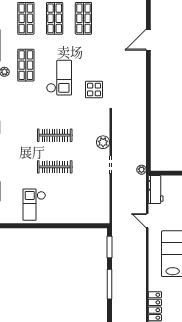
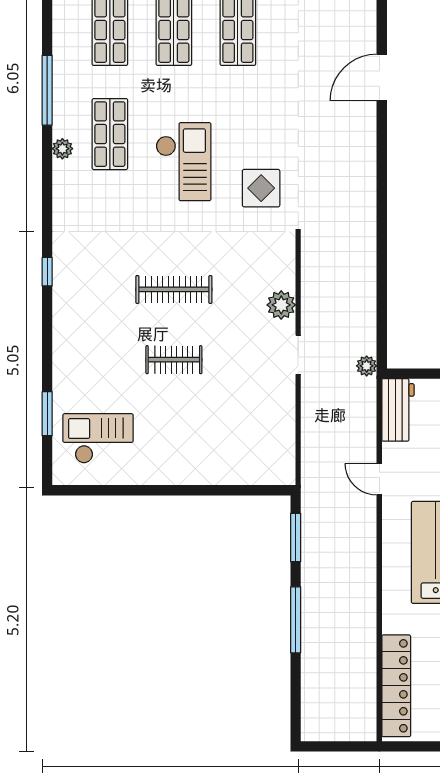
clothes rail: (55, 167) -> (174, 360), width x0.73
checkout: (34, 205) -> (98, 438), moved, turned 90

